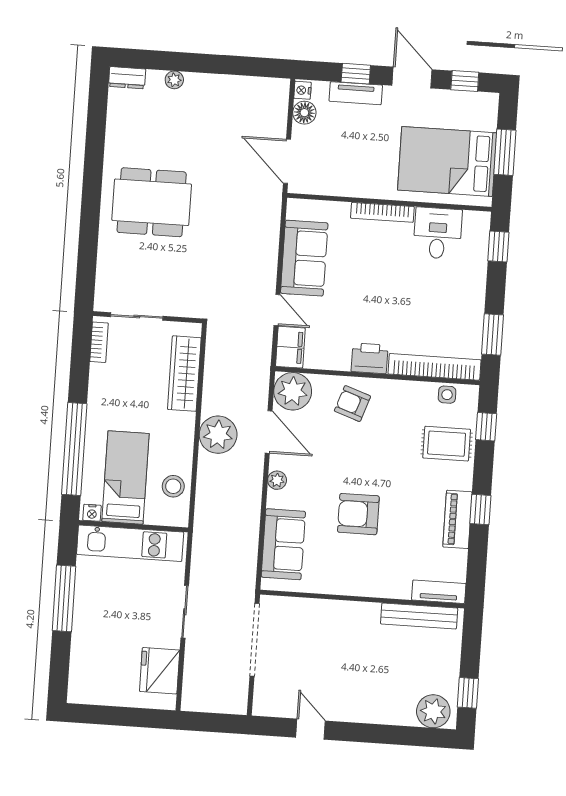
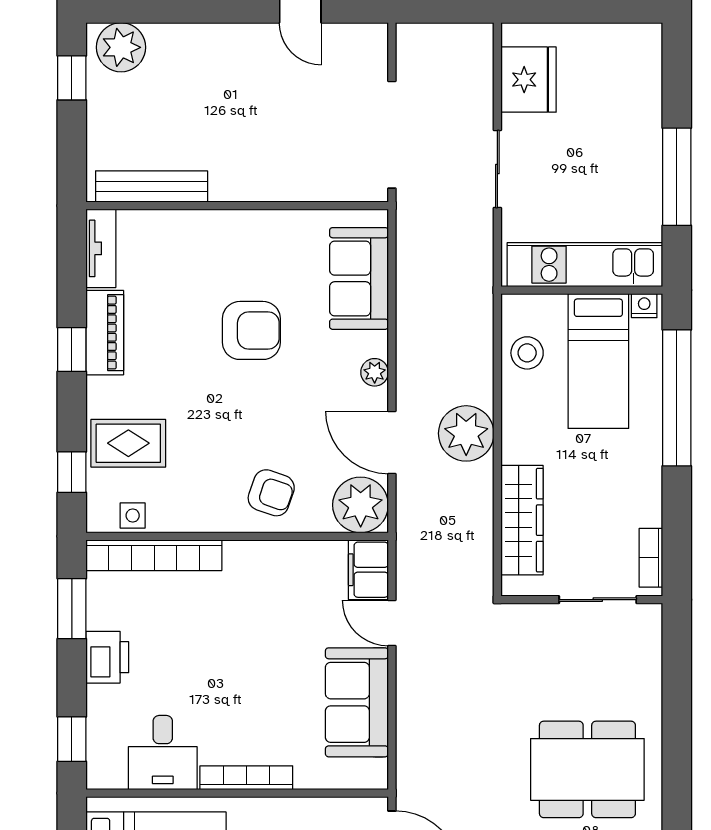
printer: (370, 358) -> (107, 657), moved, turned -90
tv unit: (439, 592) -> (101, 248), moved, turned -90

